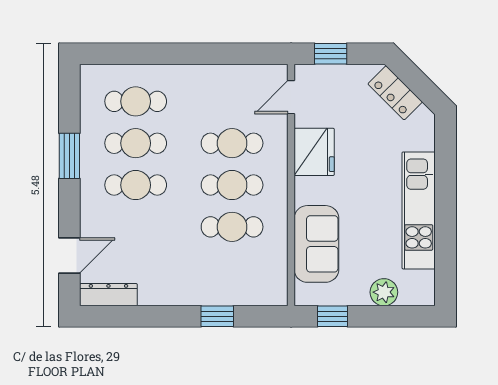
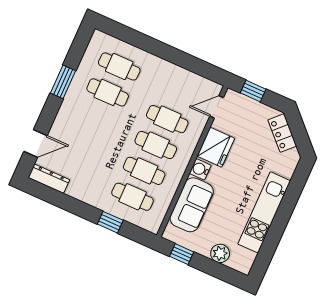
cafe table: (136, 185) -> (133, 197), moved
water cooler: (307, 191) -> (200, 169), added

